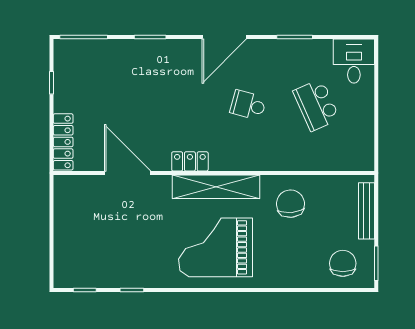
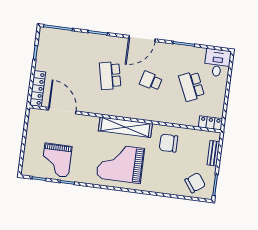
school desk: (180, 105) -> (110, 76), added
locker: (190, 161) -> (210, 123), moved
door: (128, 173) -> (62, 111), moved
chair: (290, 204) -> (169, 143), turned -85
bench: (367, 211) -> (213, 153), width x0.73
grand piano: (110, 256) -> (57, 160), added
chair: (343, 263) -> (195, 183), turned 54

